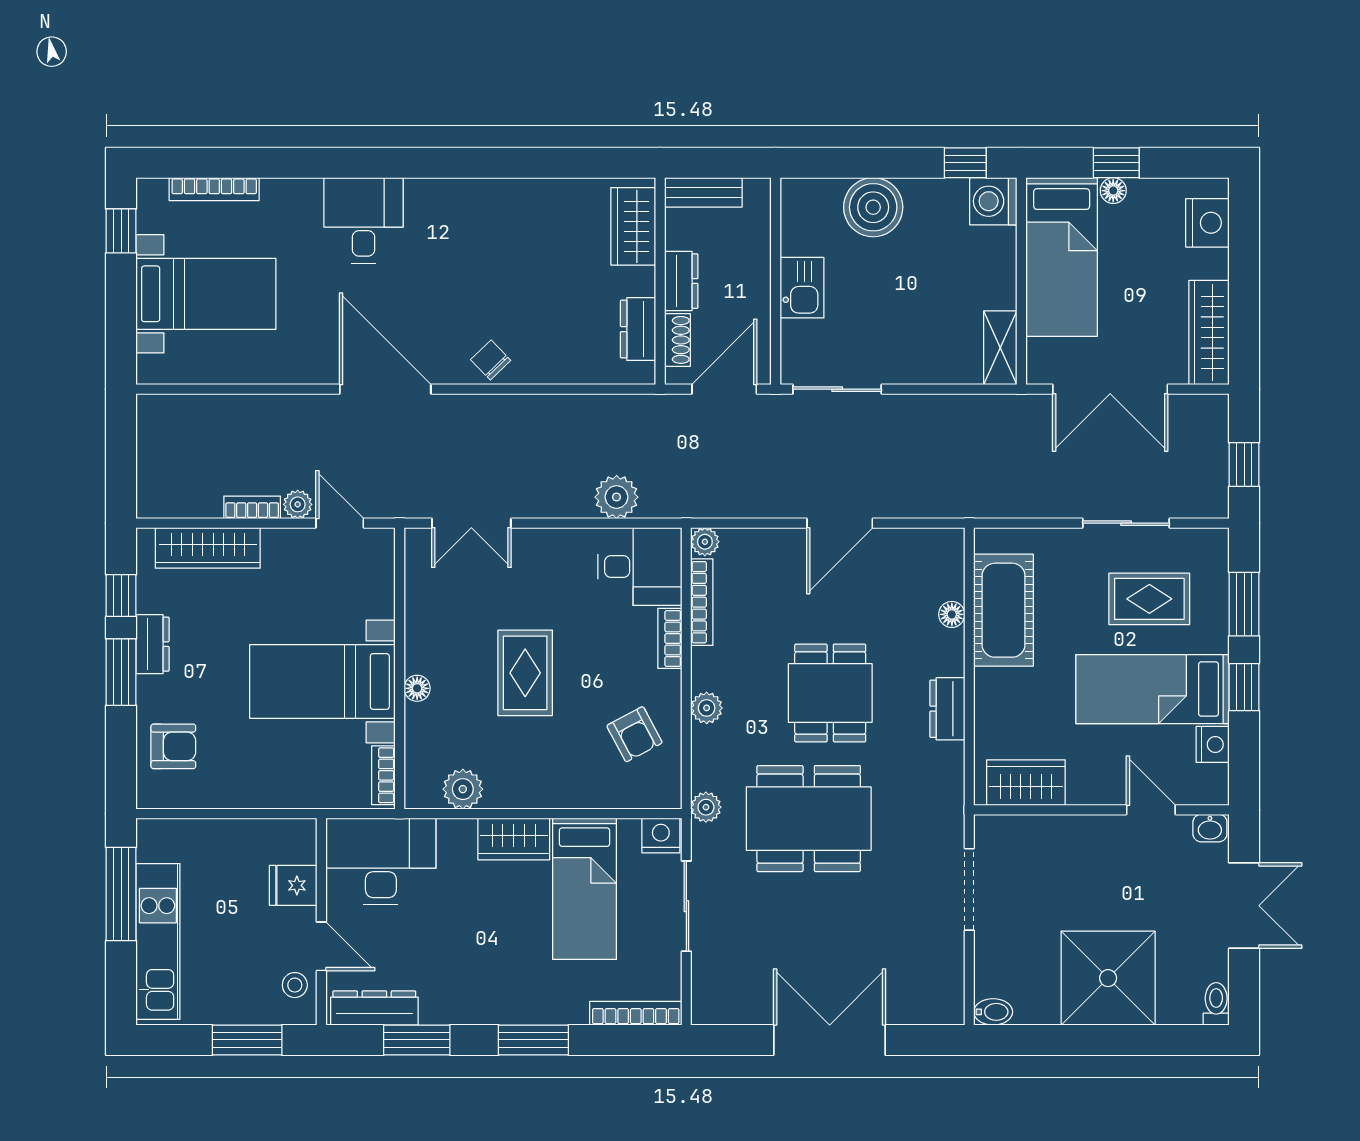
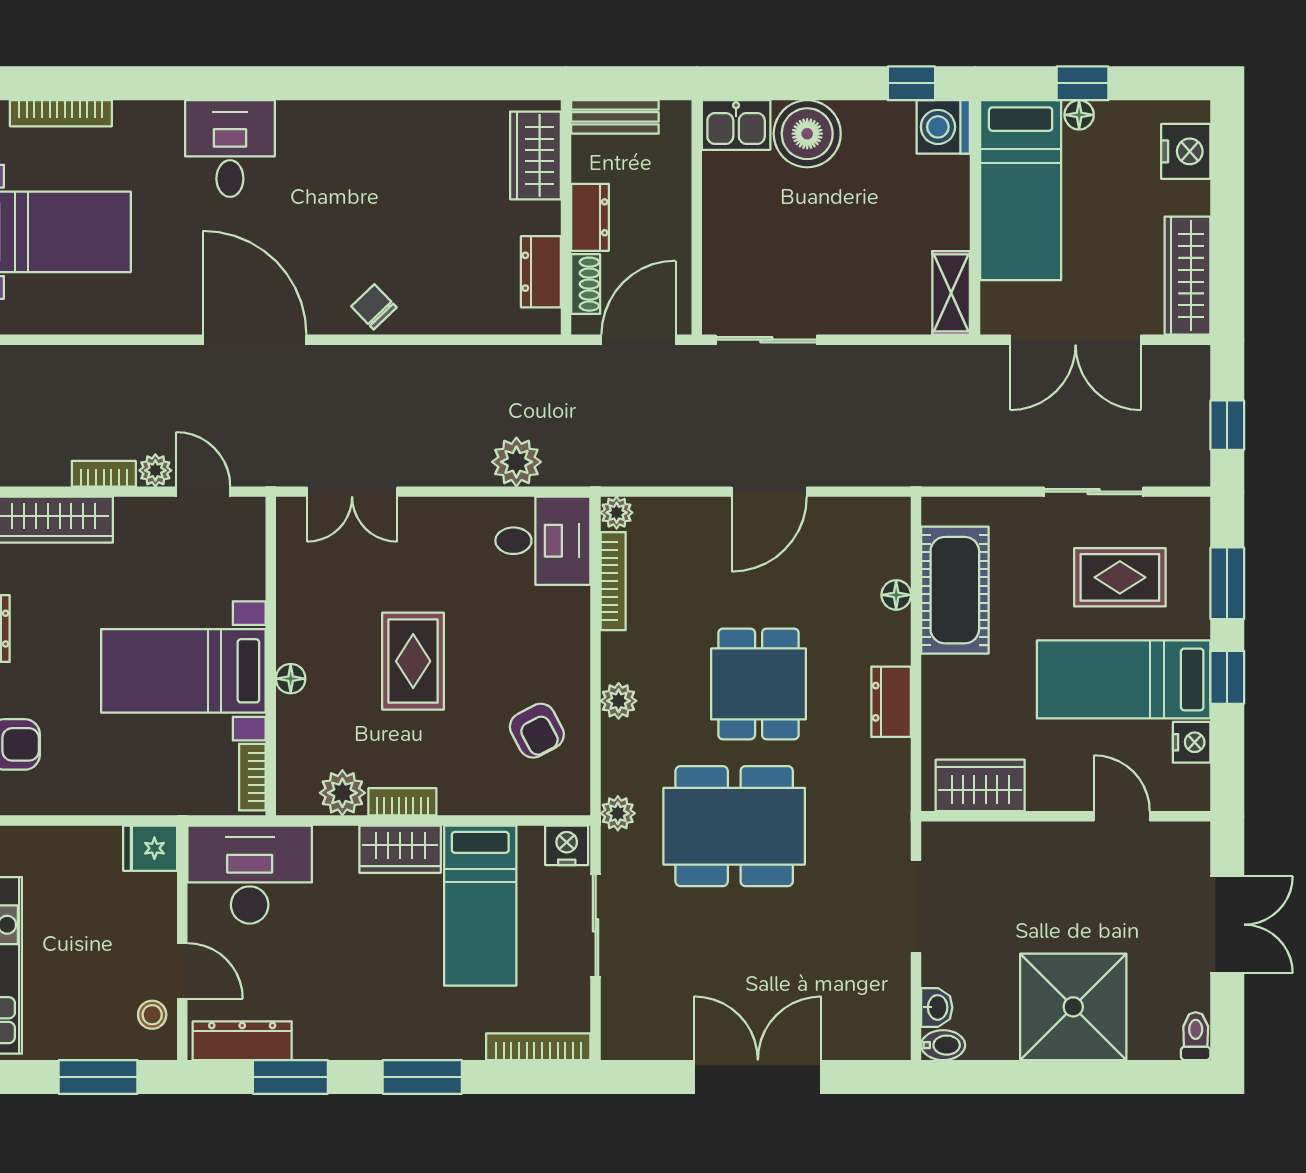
kitchen sink: (802, 288) -> (736, 125), moved, turned 90
bookcase: (670, 638) -> (402, 802), moved, turned 90
washbasin: (1210, 828) -> (937, 1007), moved, turned -90
fridge: (293, 885) -> (150, 848), moved

